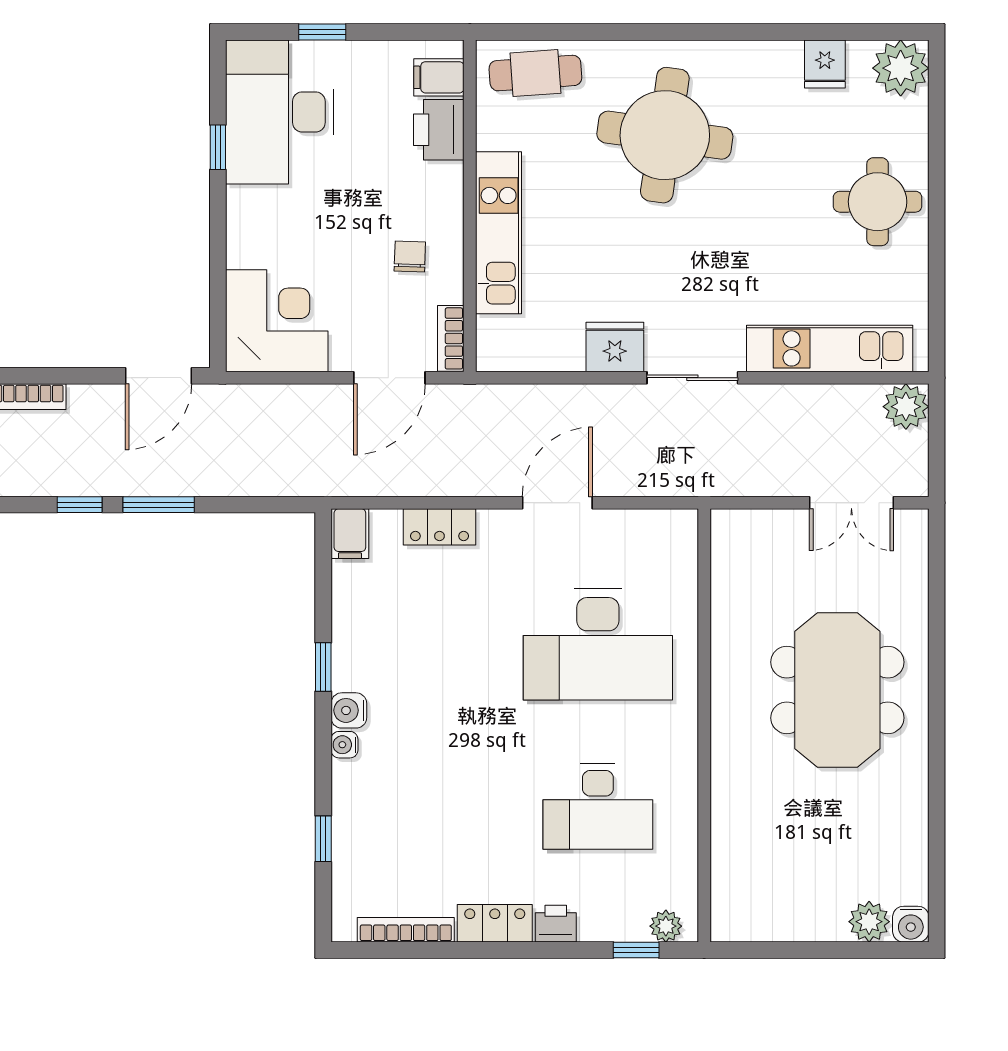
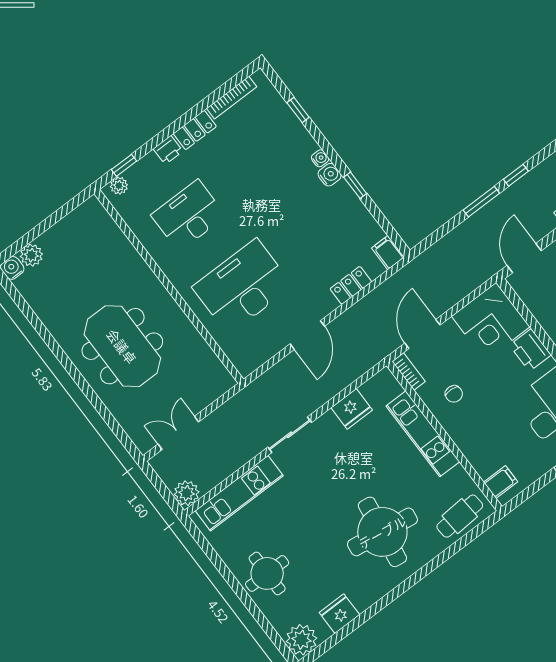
fridge: (825, 64) -> (339, 614), width x1.38
printer: (439, 130) -> (530, 350), moved, turned 180
fridge: (615, 347) -> (352, 409), moved

